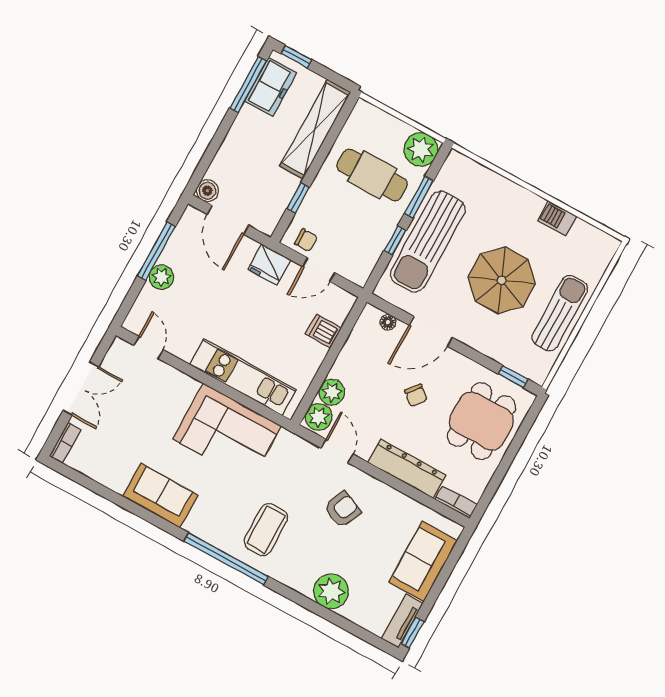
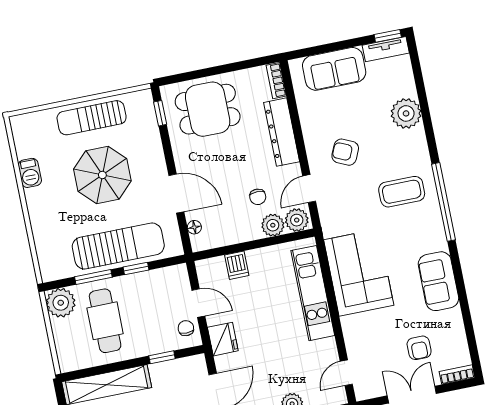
chair: (416, 395) -> (258, 197), moved, turned 141
armchair: (116, 430) -> (419, 348), added

